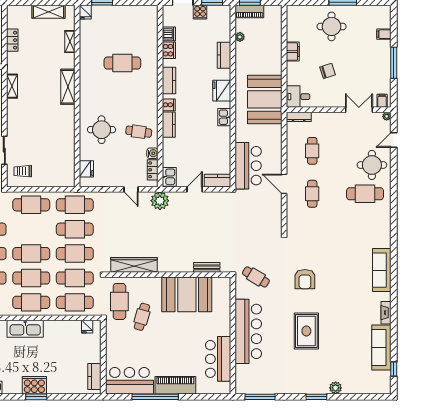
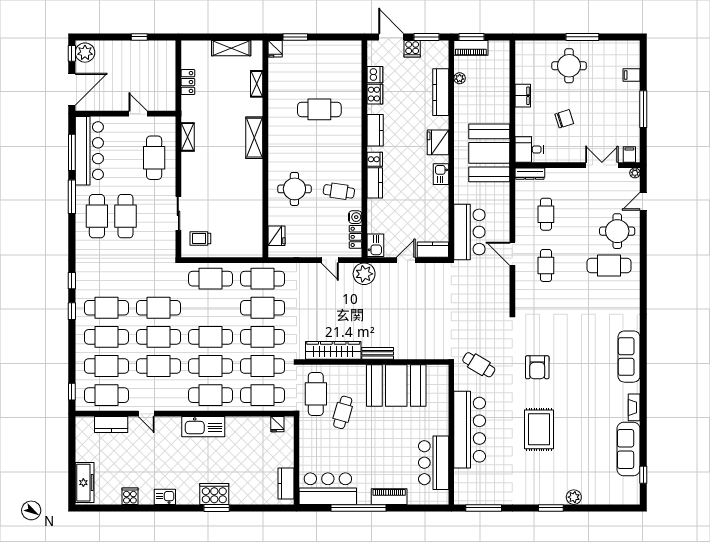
kitchen counter: (224, 55) -> (441, 92), width x1.50
bench: (207, 267) -> (378, 353), moved
piano: (175, 385) -> (389, 497), width x0.73, depth x0.75

